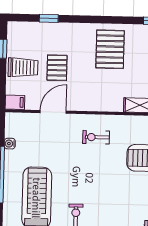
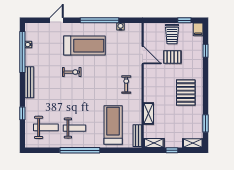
pallet: (110, 49) -> (186, 92), turned 90
filing cabinet: (15, 102) -> (198, 29), moved

